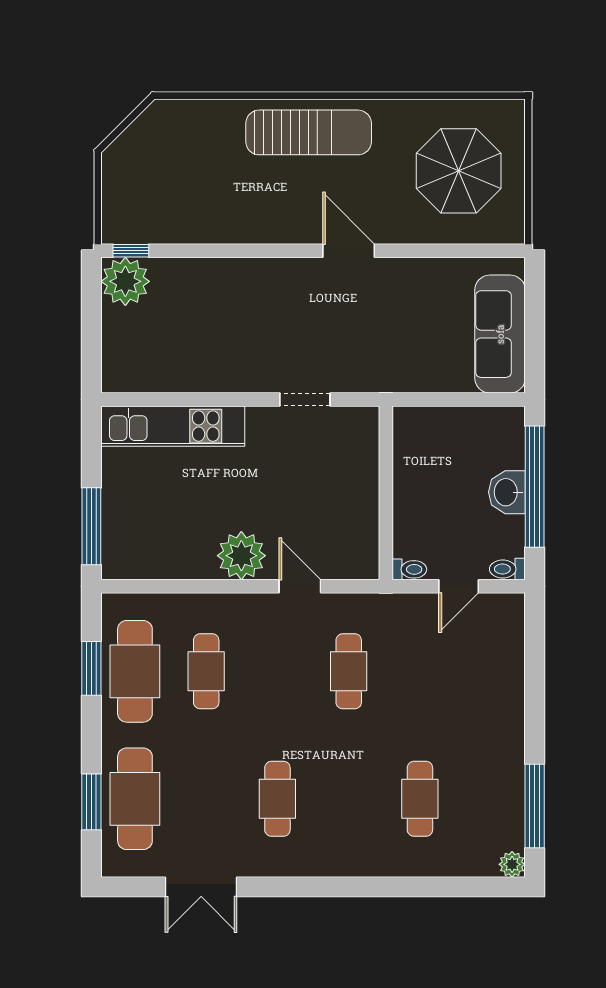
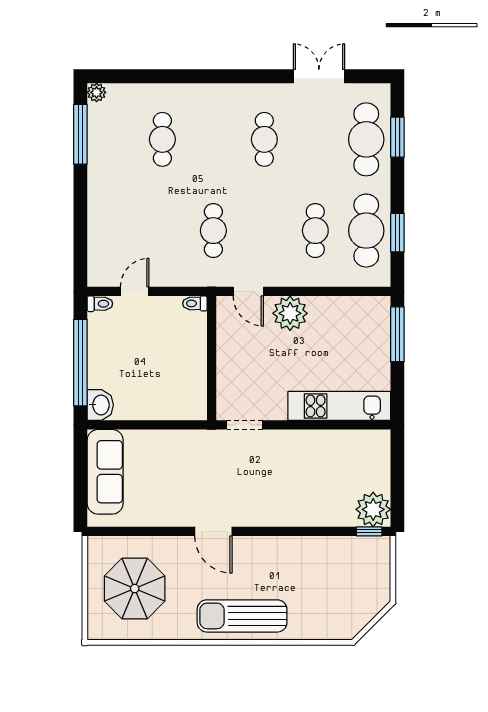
washbasin: (507, 492) -> (100, 405), moved
wall: (386, 493) -> (212, 358), moved
toilet: (409, 569) -> (195, 303), moved

